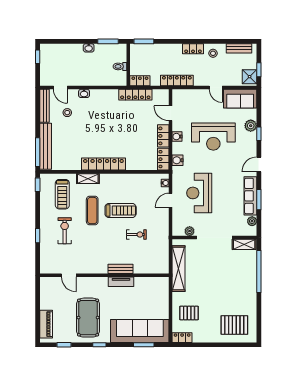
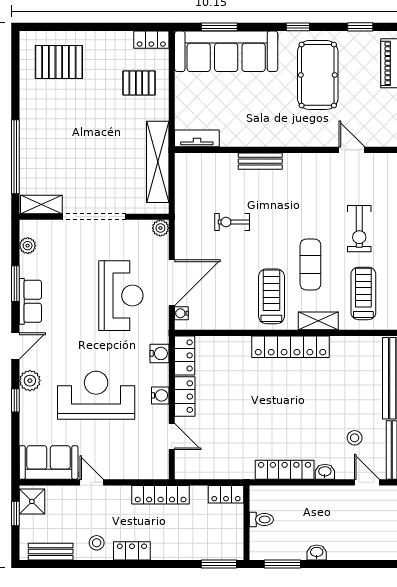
locker: (135, 95) -> (285, 470), moved
plant: (251, 126) -> (30, 381), moved
row of seats: (250, 196) -> (30, 301), width x0.68
door: (171, 200) -> (172, 283), width x1.87
treadmill: (121, 210) -> (271, 296), moved, turned 90
plant: (190, 231) -> (160, 228), moved
tv unit: (121, 282) -> (197, 138), moved

